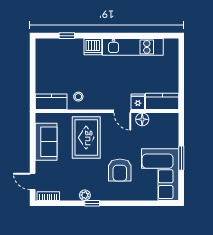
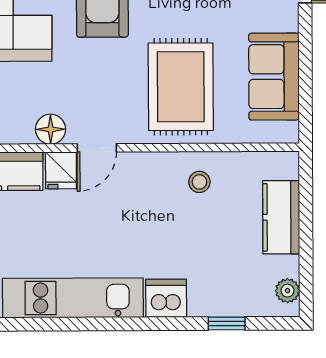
plant: (41, 50) -> (287, 291), added
kitchen counter: (51, 102) -> (281, 217), moved, turned 90
door: (122, 111) -> (97, 148), swing flipped

